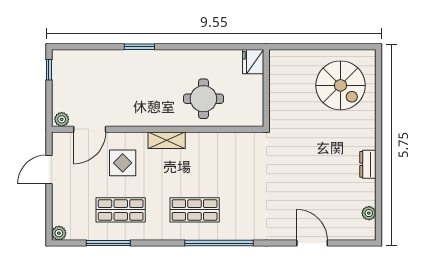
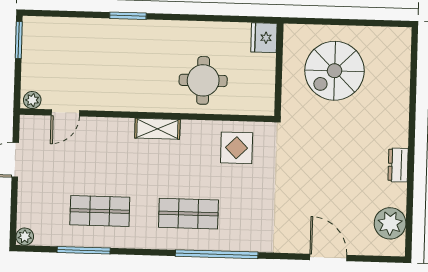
window: (49, 70) -> (19, 40), width x1.50
spiral stairs: (340, 85) -> (334, 71), moved, turned 90
door: (90, 129) -> (65, 113), width x0.73
display table: (123, 163) -> (237, 148), moved
plant: (369, 213) -> (390, 223), width x1.88, depth x1.88

